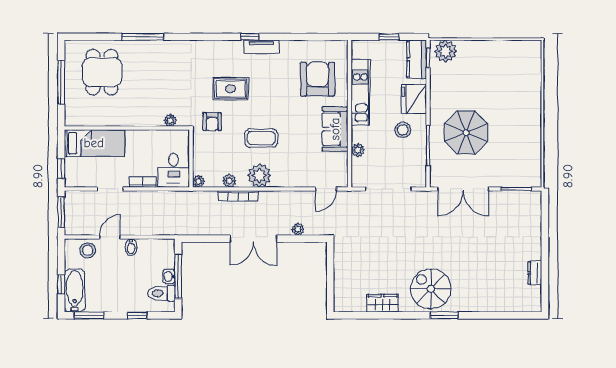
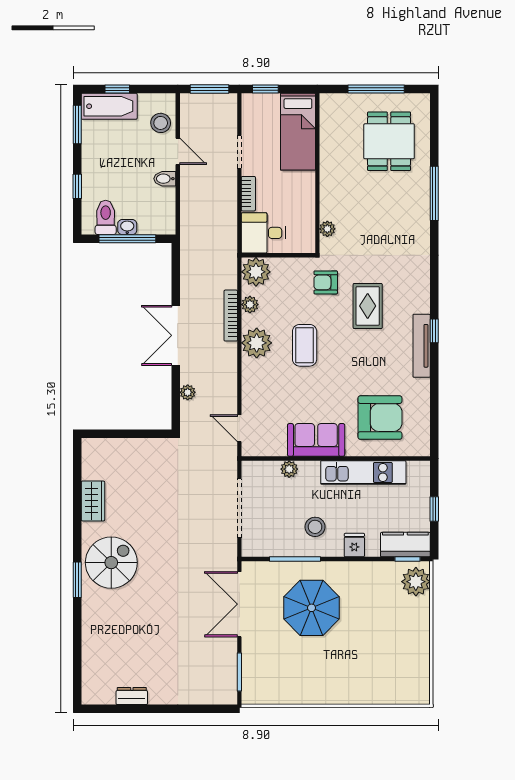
tv unit: (262, 47) -> (422, 346), width x1.41
dining table: (102, 72) -> (389, 141), turned 90
fridge: (414, 99) -> (354, 545), width x0.53, depth x0.75
plant: (199, 181) -> (256, 272), width x1.88, depth x1.88

